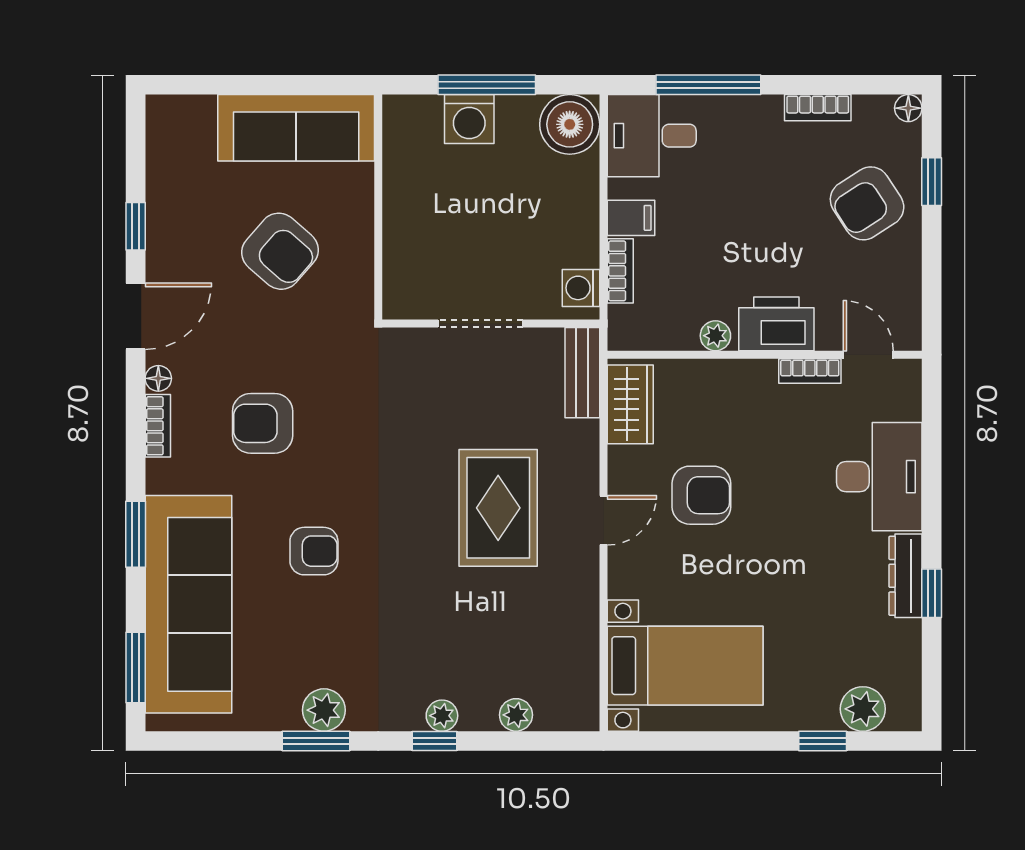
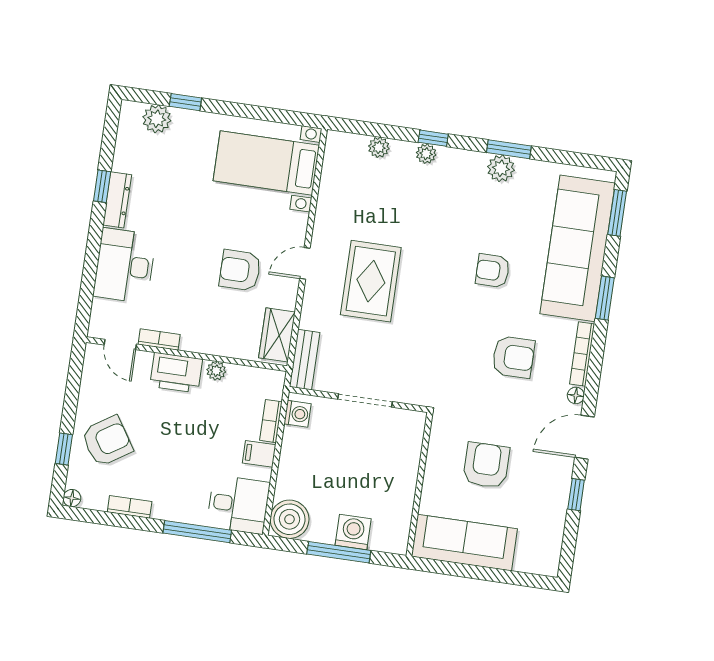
armchair: (280, 251) -> (486, 465), turned 49
bookcase: (158, 426) -> (582, 354), width x1.56

